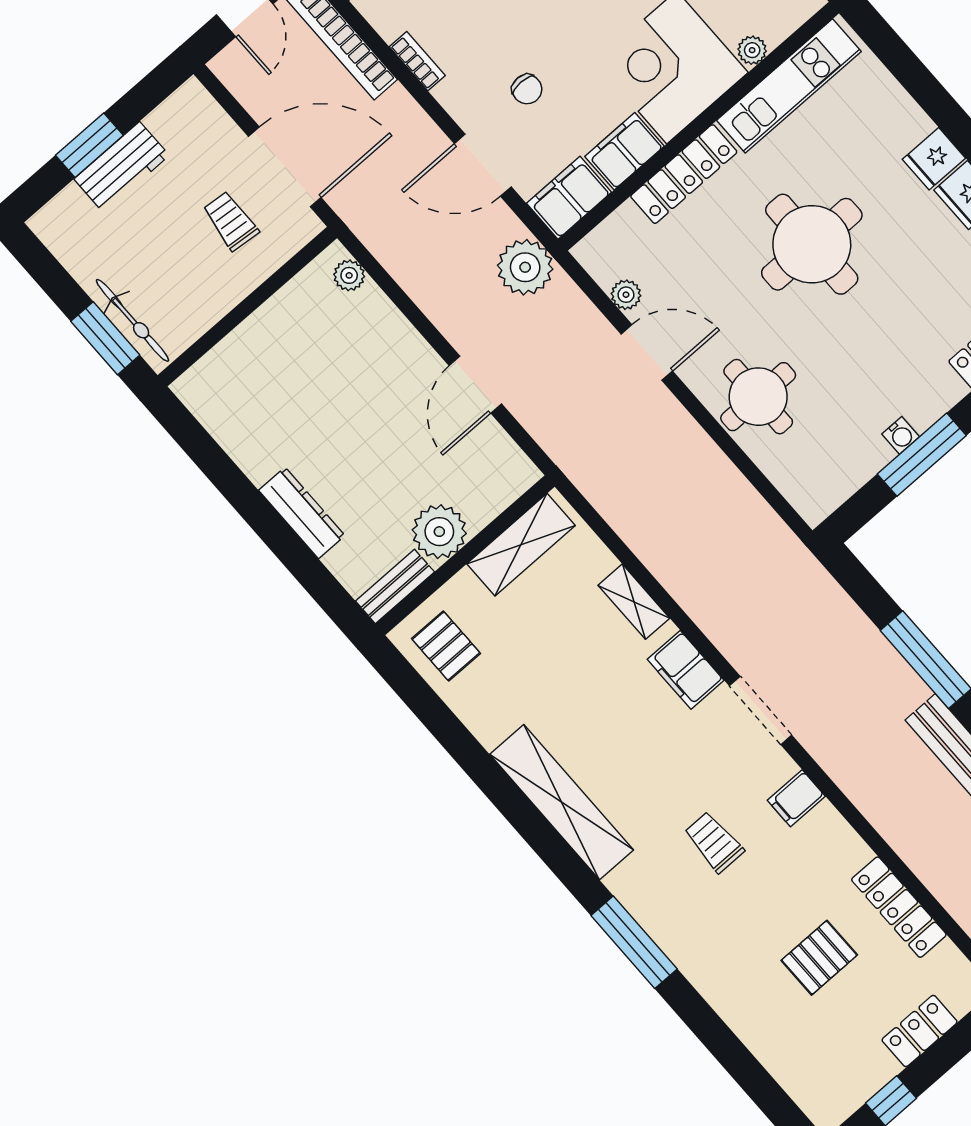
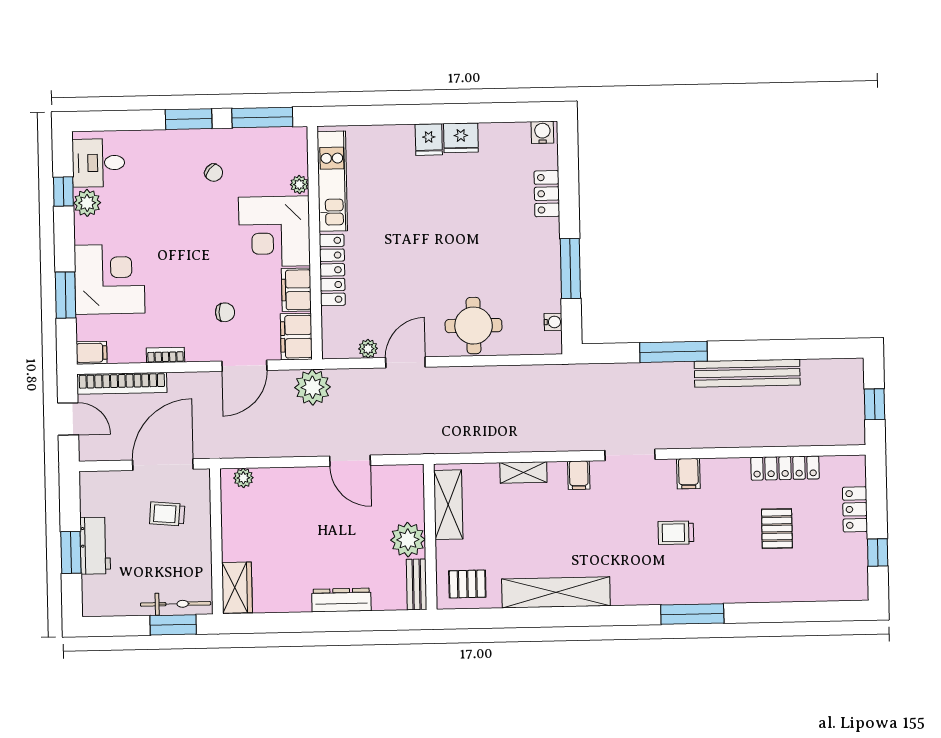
round table: (812, 244) -> (420, 236), removed
wardrobe: (213, 377) -> (237, 588), added
water cooler: (901, 435) -> (553, 322), moved
filing cabinet: (686, 670) -> (579, 475), width x0.50
shelving: (562, 802) -> (556, 592), moved

